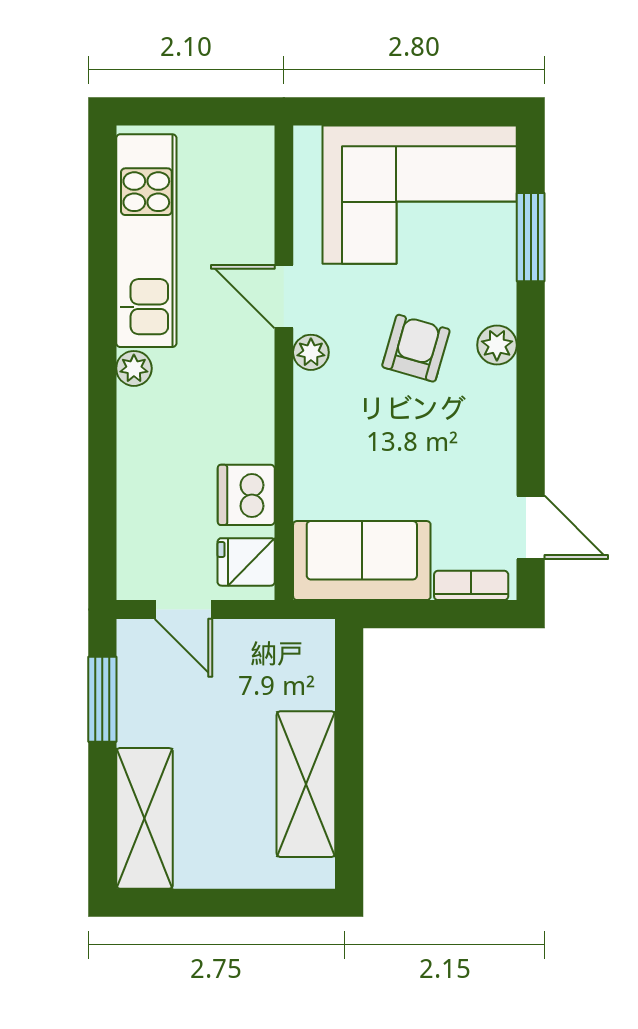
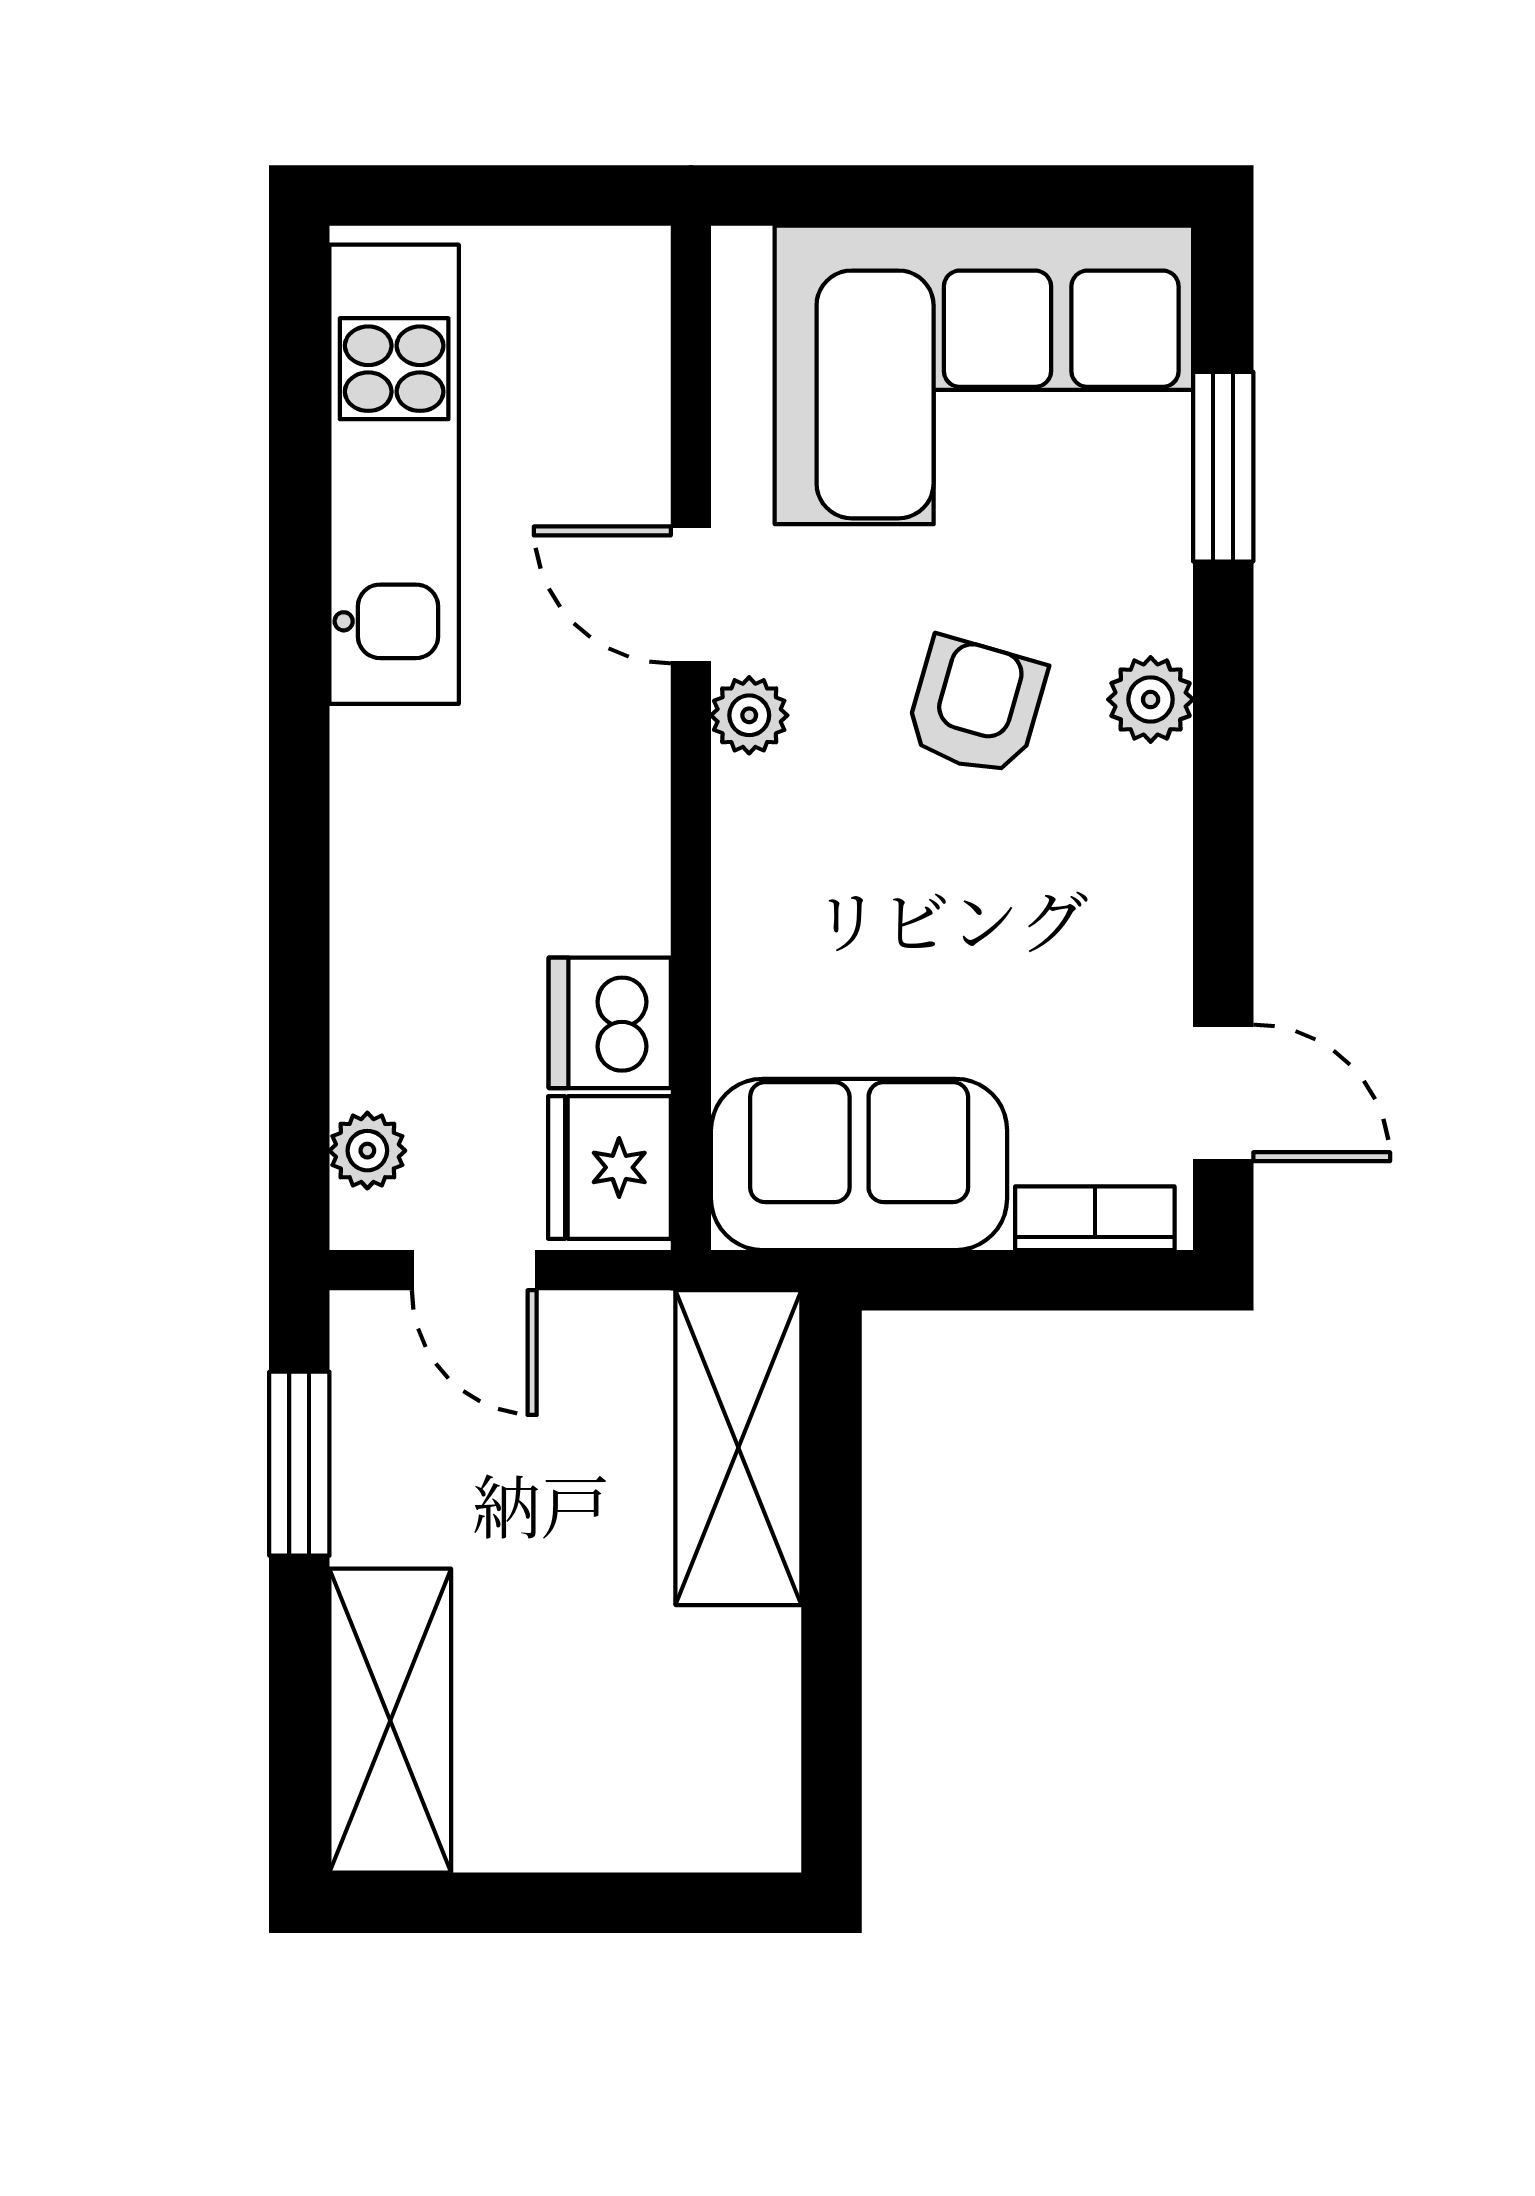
plant: (134, 368) -> (367, 1151), moved
fridge: (246, 562) -> (609, 1167), width x1.38
shelving: (306, 784) -> (738, 1448), moved

